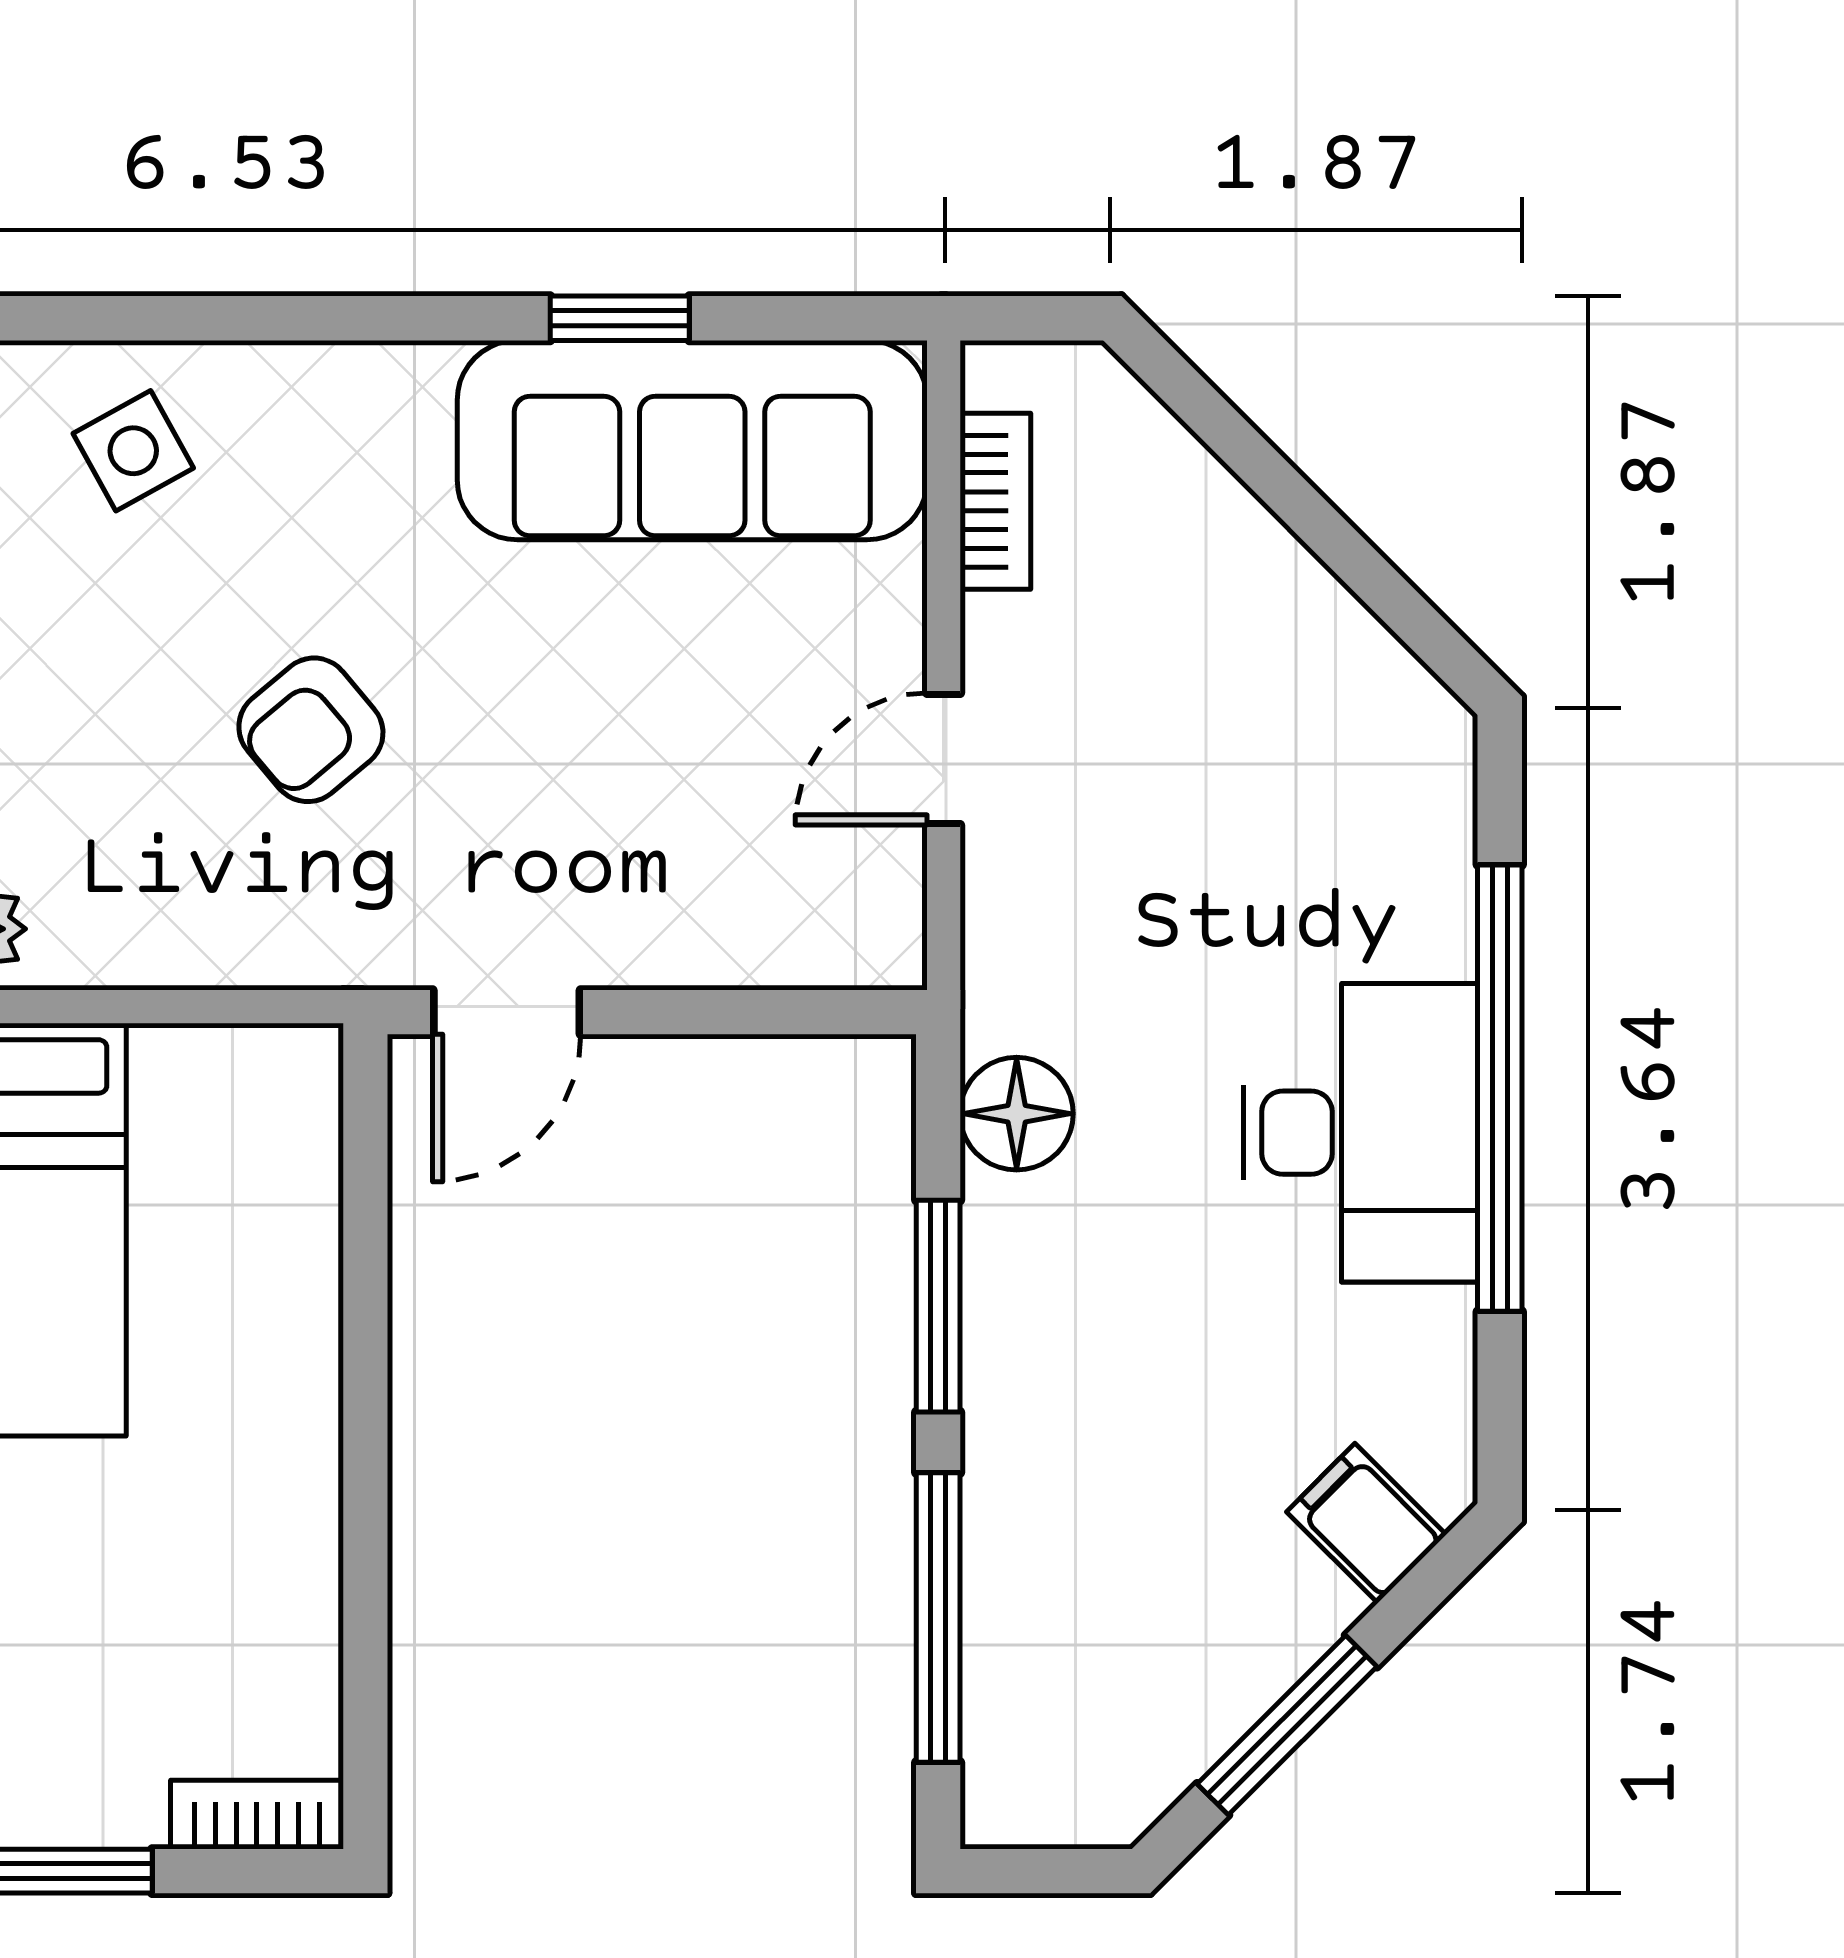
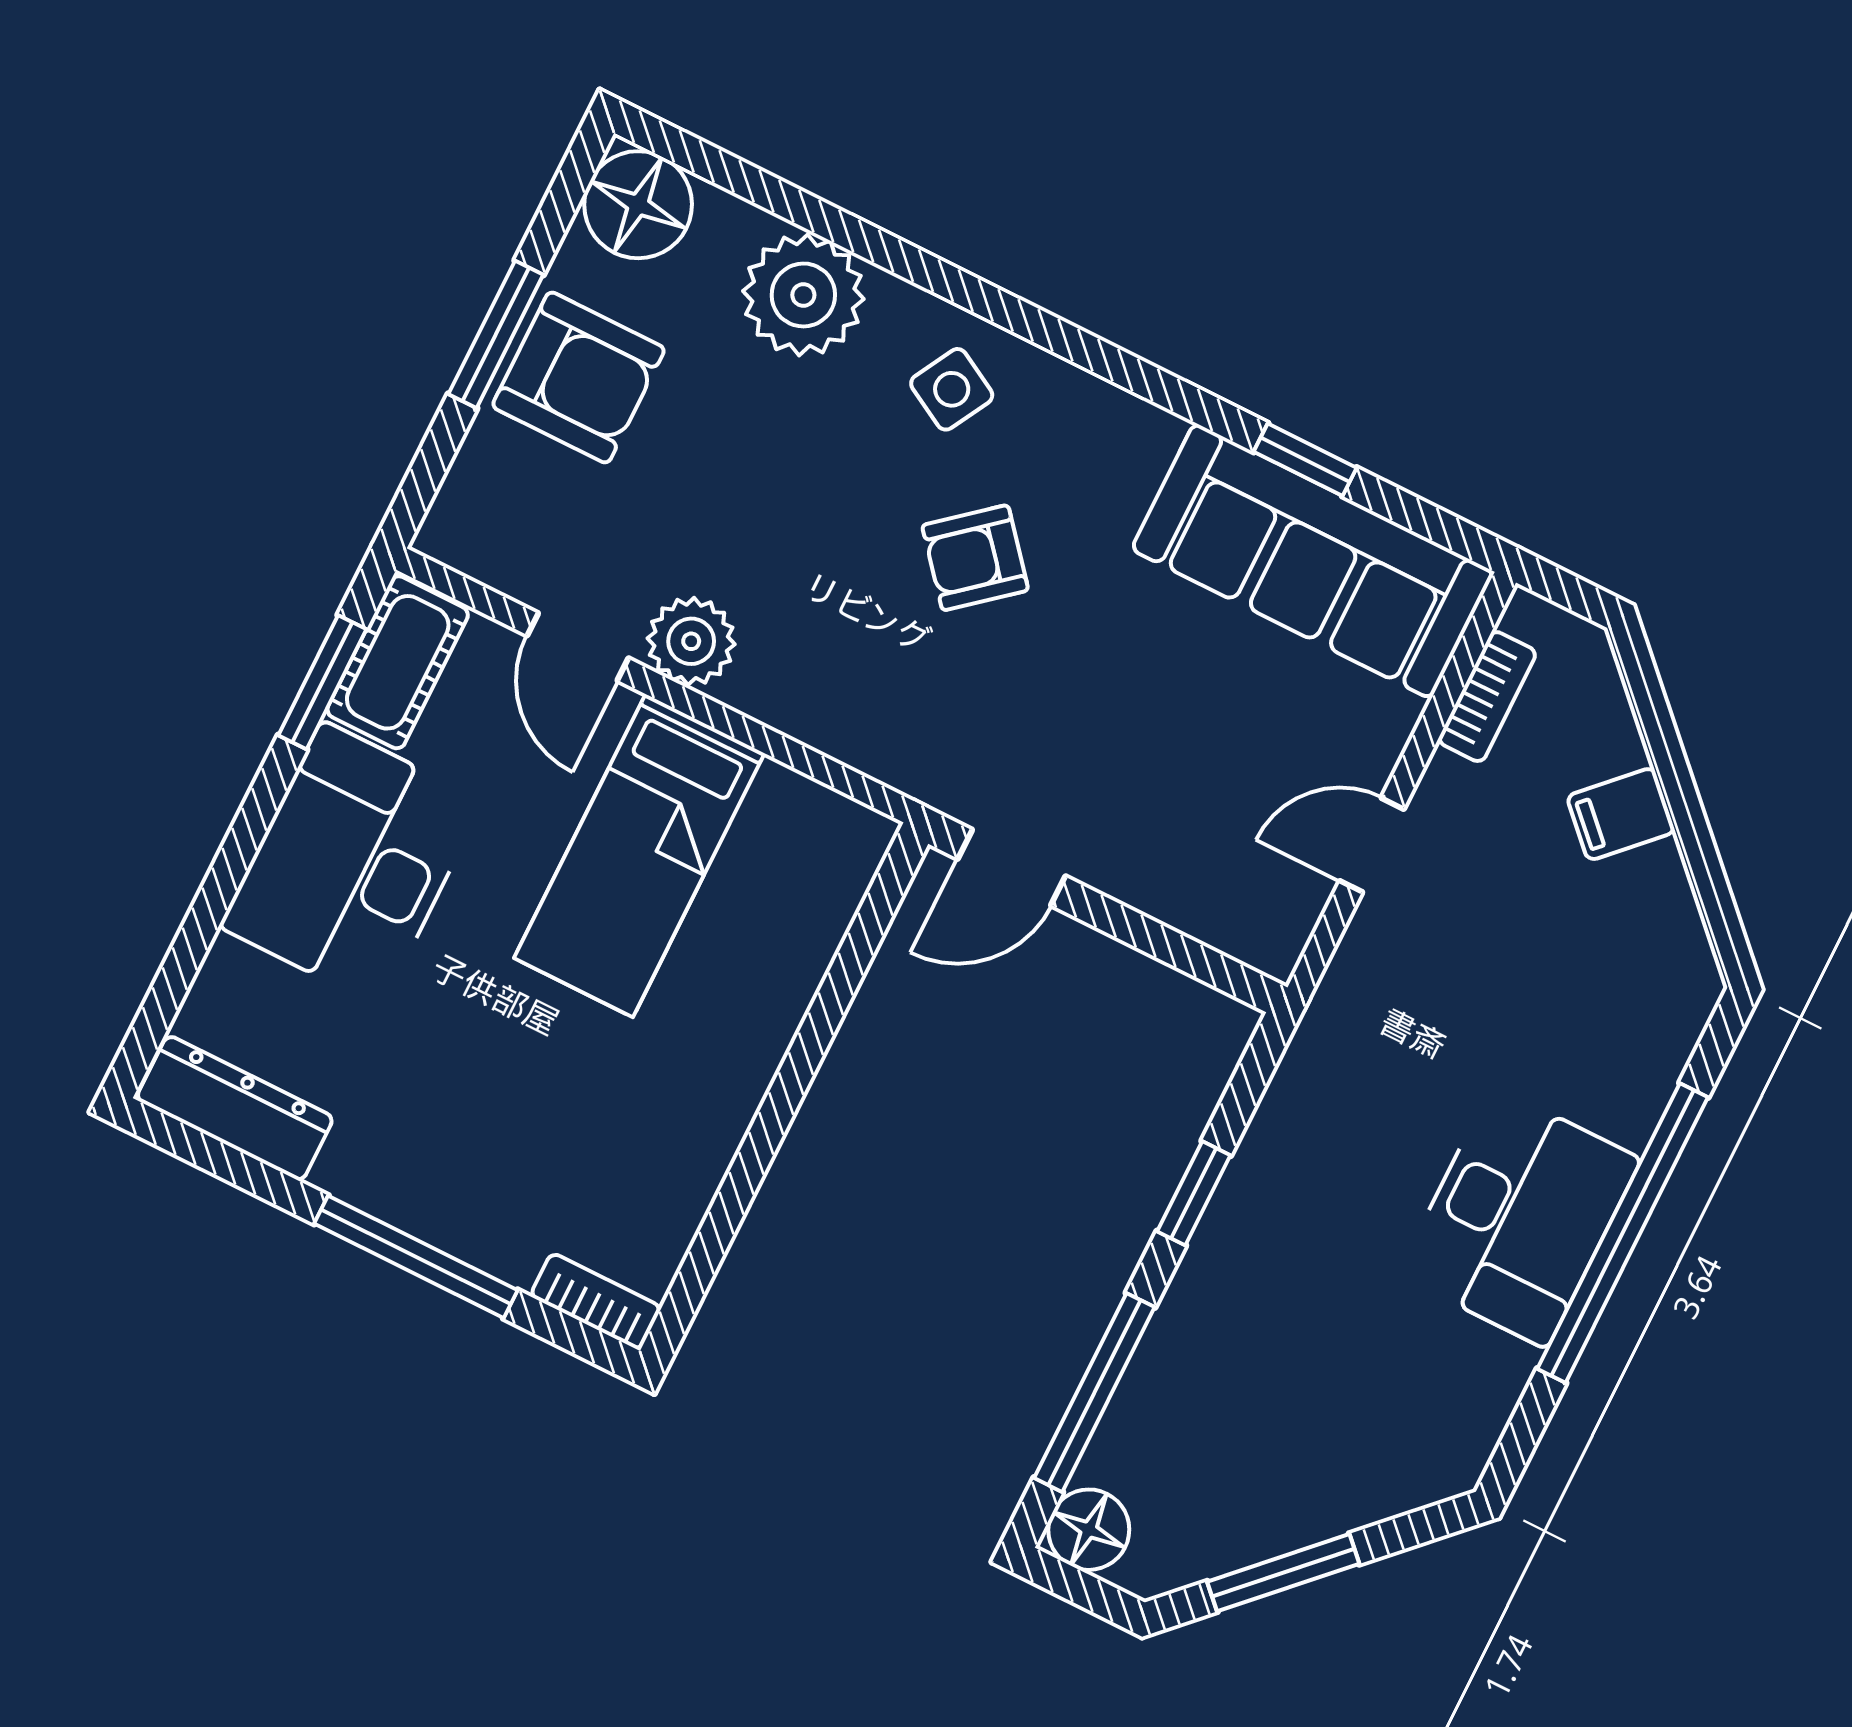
side table: (133, 451) -> (952, 389), turned -32
armchair: (311, 730) -> (975, 558), moved
floor lamp: (1017, 1114) -> (1089, 1530), moved
window: (938, 1306) -> (1194, 1193), width x0.67
filing cabinet: (1366, 1523) -> (1621, 814), moved, turned -90

